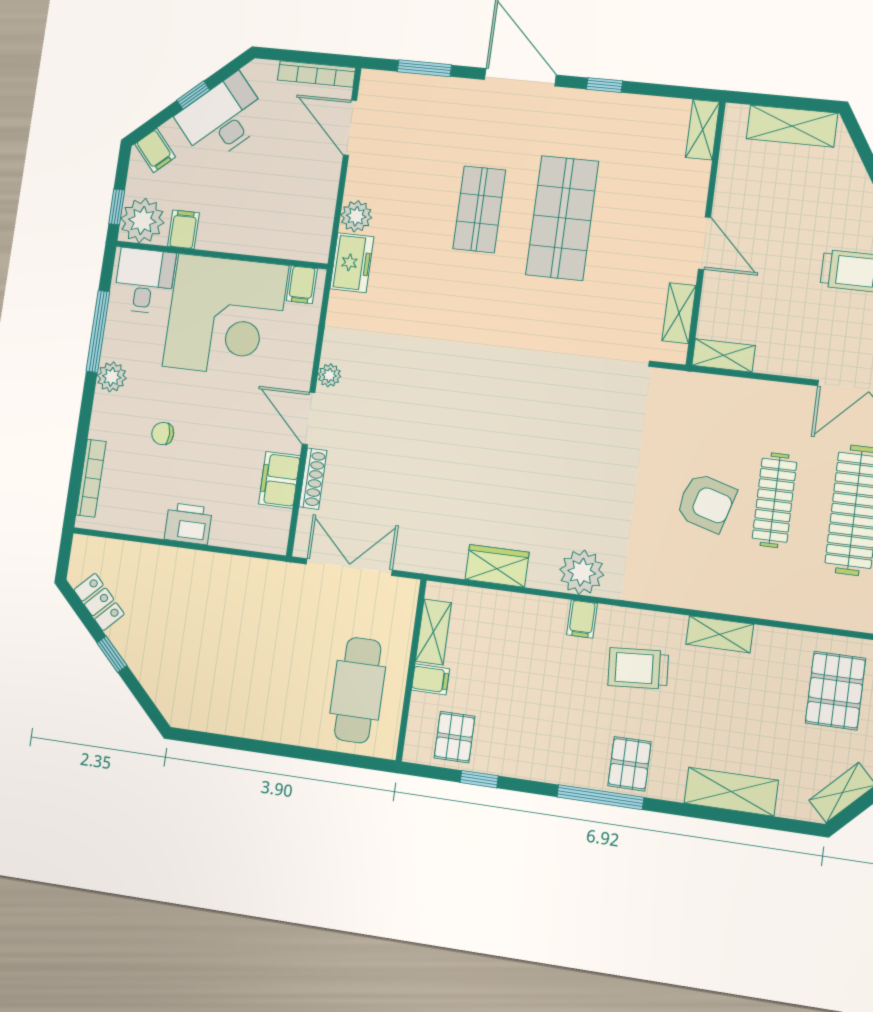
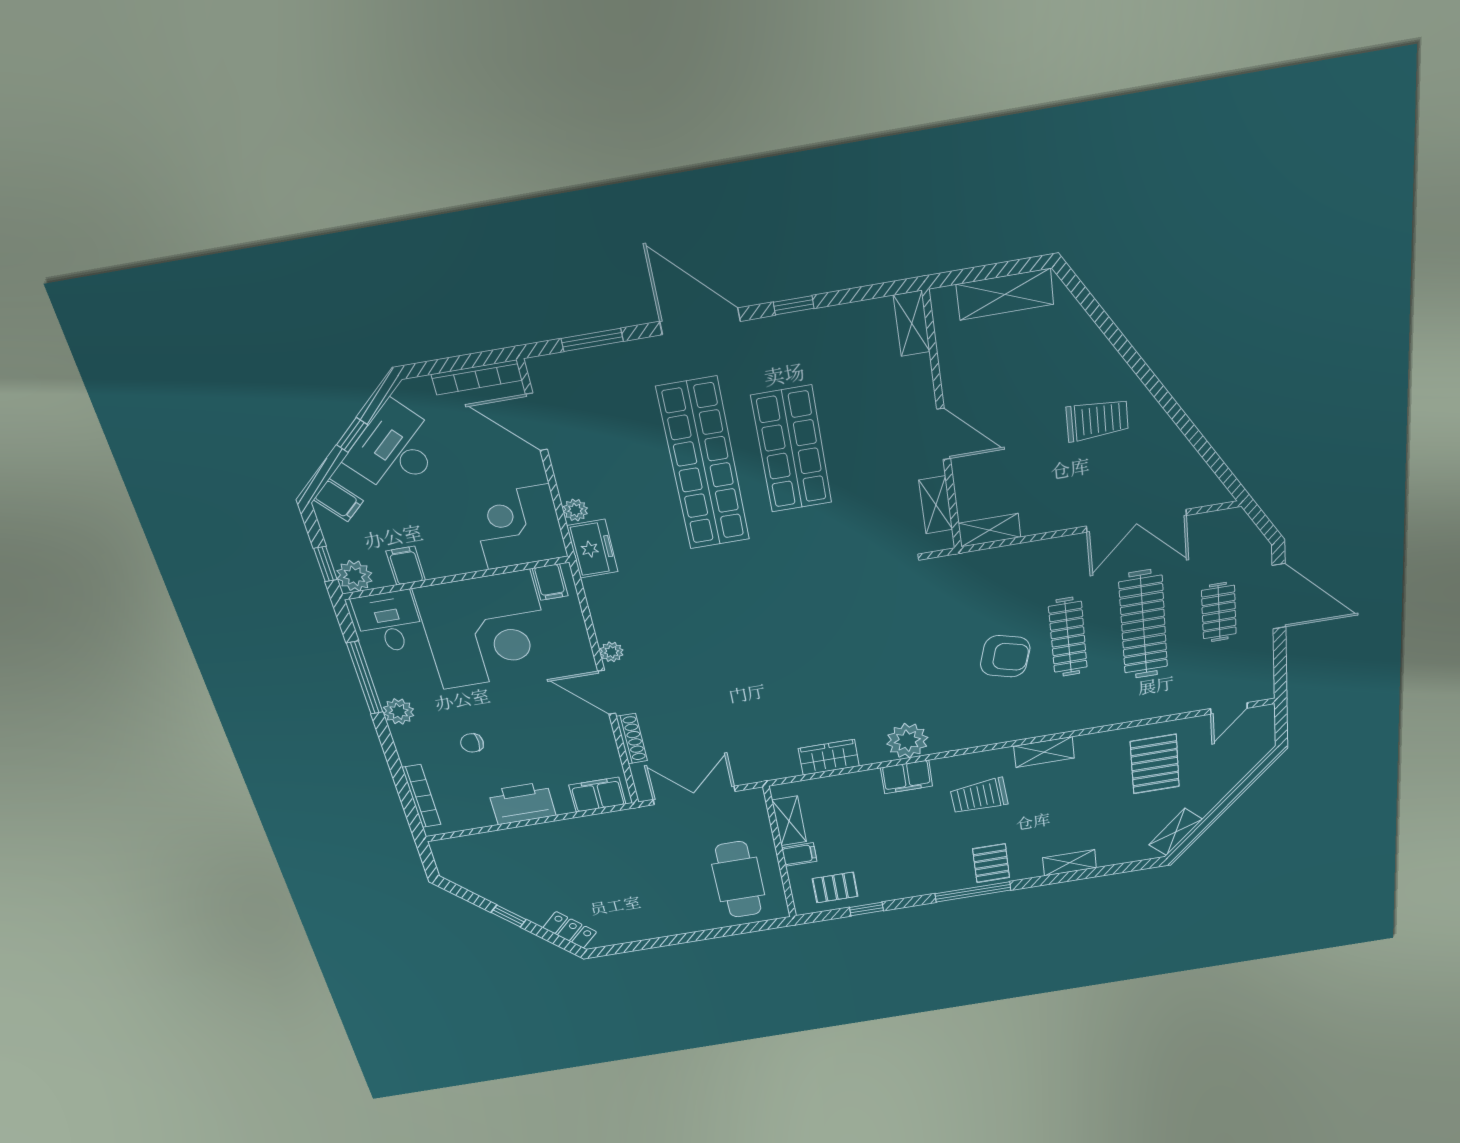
shop shelf: (479, 209) -> (703, 464), width x2.00, depth x1.36
plant: (356, 216) -> (575, 510), width x0.73, depth x0.73
plant: (142, 221) -> (354, 576), width x0.73, depth x0.73
corner desk: (296, 222) -> (518, 527), added
filing cabinet: (279, 480) -> (597, 795), moved, turned 90
printer: (188, 524) -> (522, 803), width x1.37, depth x1.19
locker: (99, 602) -> (570, 930), moved
filing cabinet: (582, 619) -> (907, 777), width x2.00
pallet: (455, 737) -> (835, 887), turned 90
shelving: (731, 792) -> (1070, 863), width x0.67, depth x0.75

